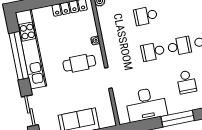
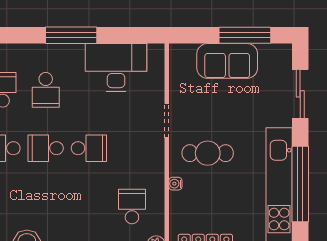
school desk: (146, 16) -> (132, 206), moved, turned -90
school desk: (186, 82) -> (46, 90), turned 180

